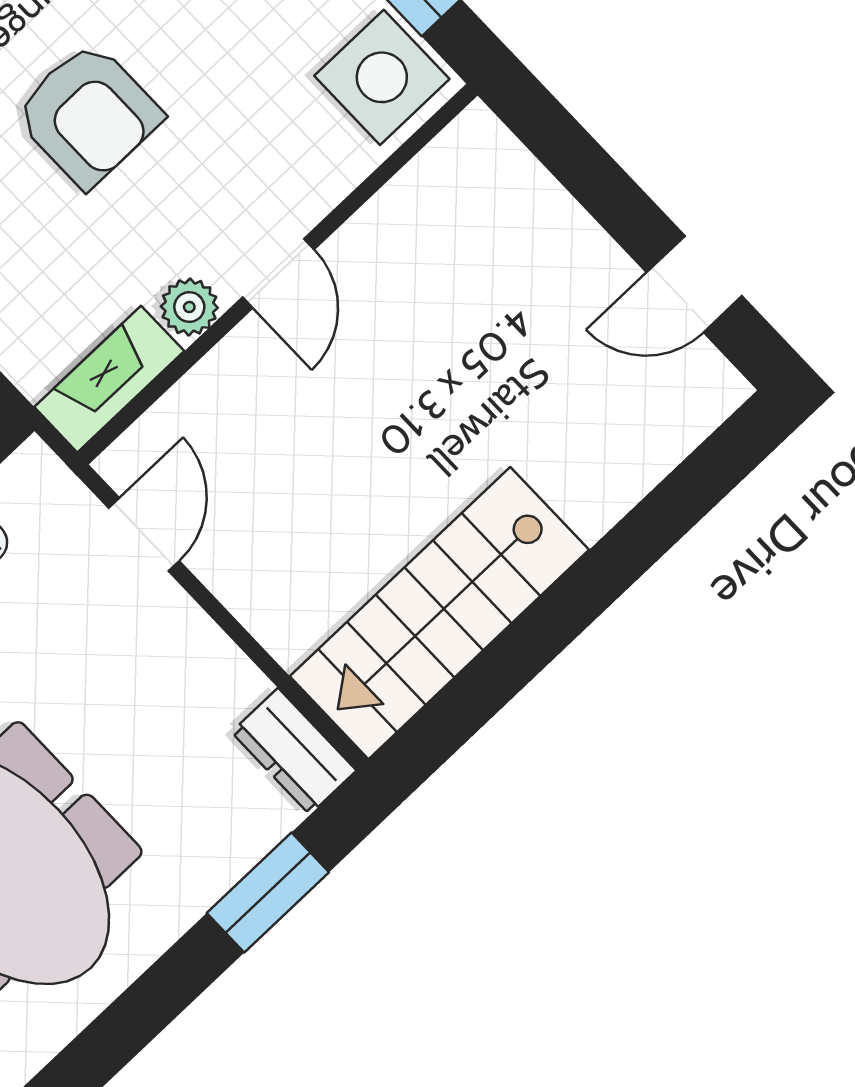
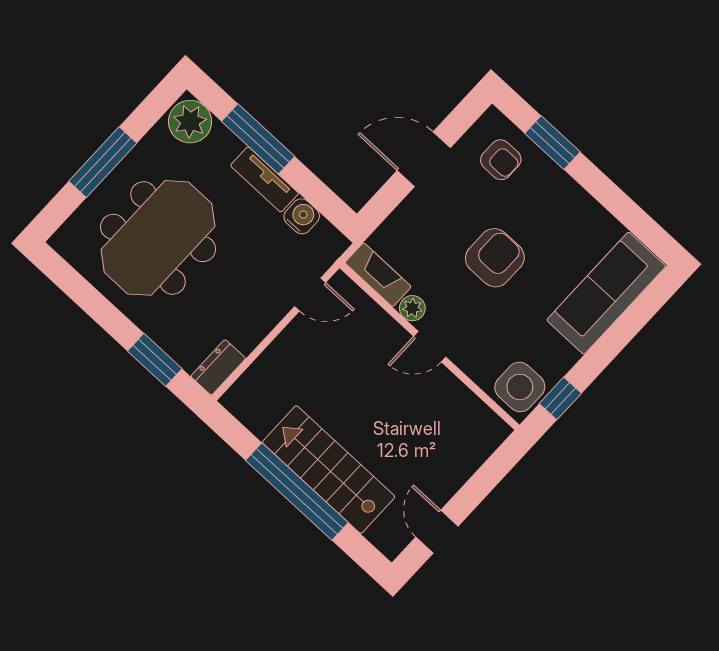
armchair: (88, 115) -> (495, 258), turned 180
window: (584, 593) -> (297, 491), added
stairs: (439, 613) -> (329, 469), moved

